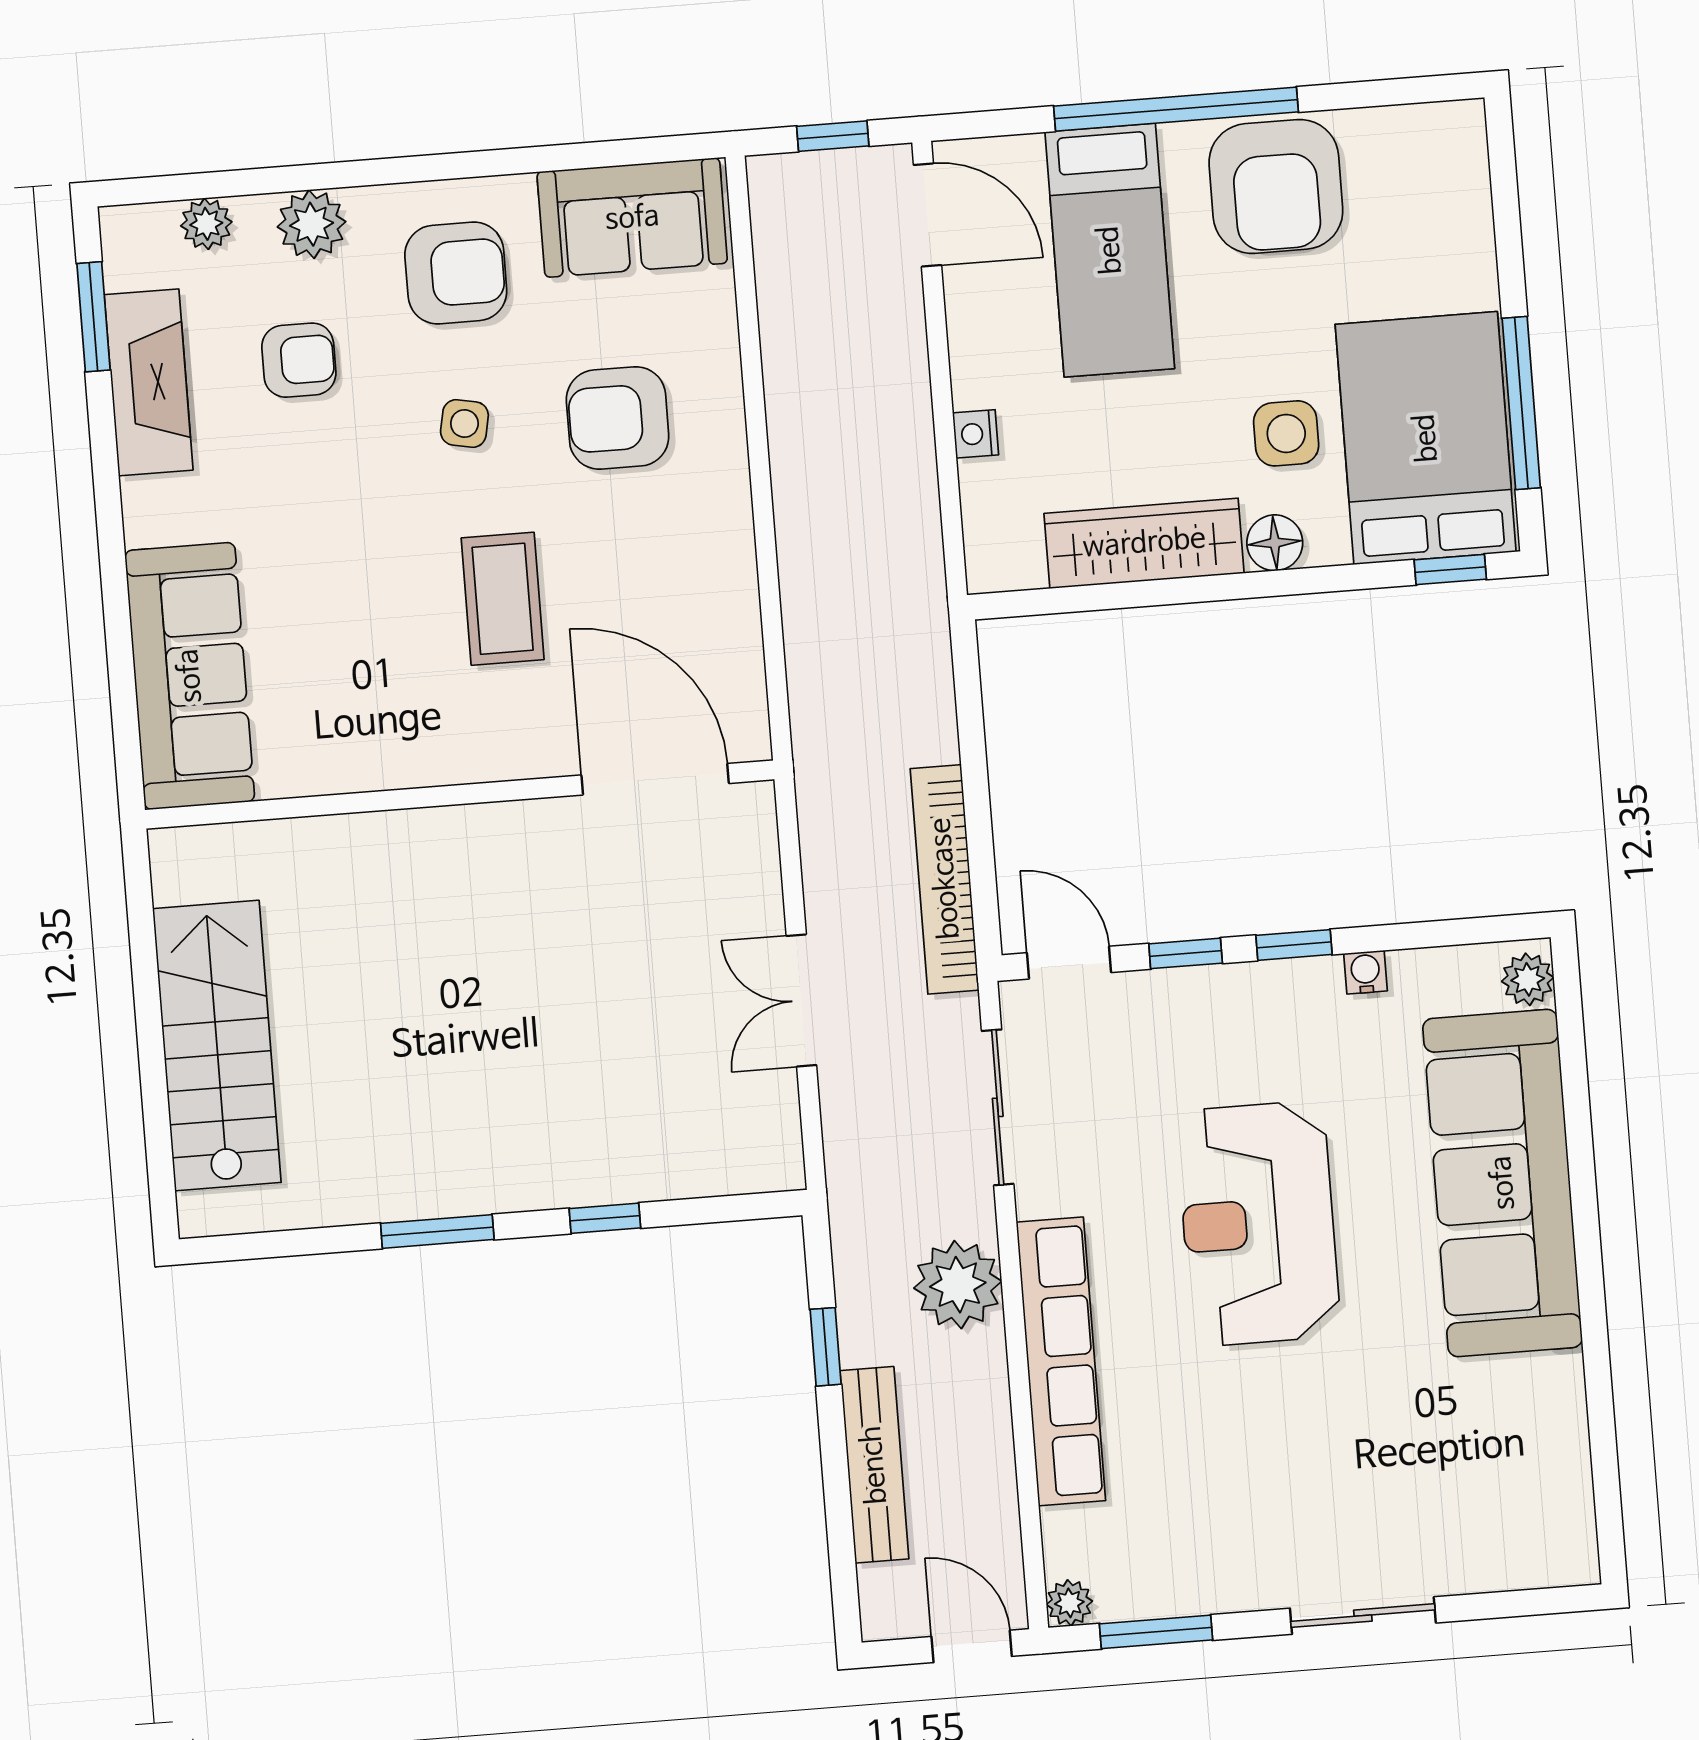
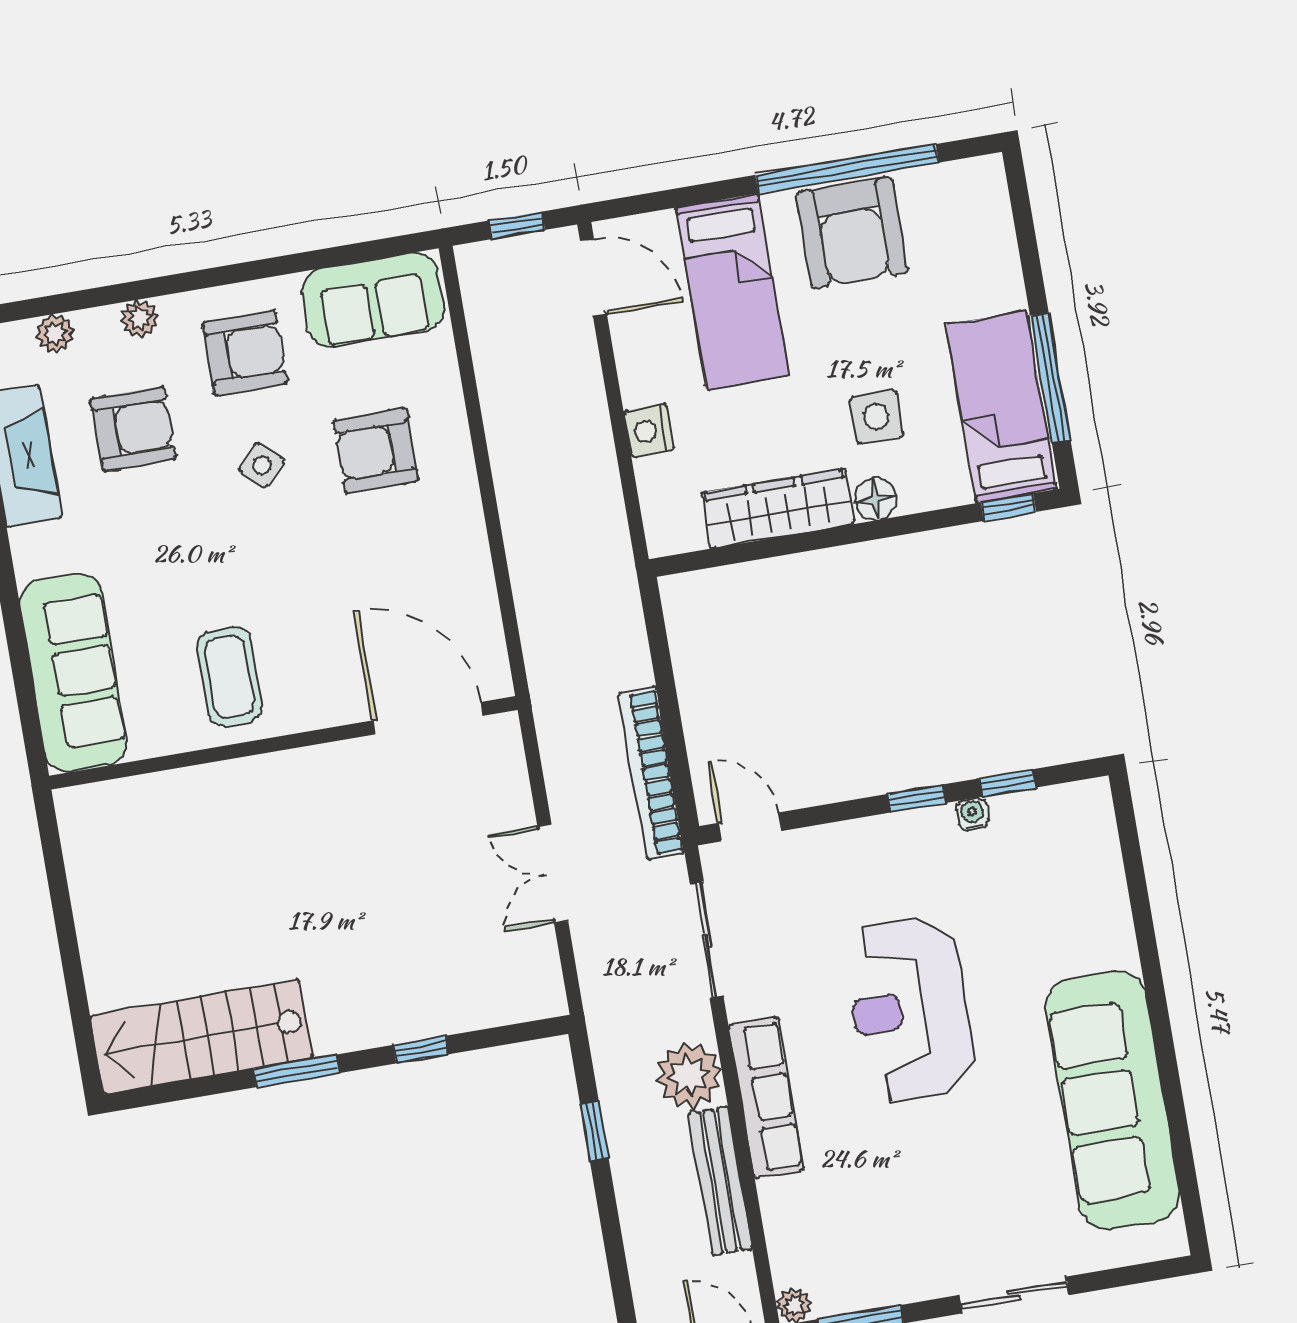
window: (1176, 109) -> (847, 169), moved
plant: (312, 224) -> (139, 318), width x0.73, depth x0.73
armchair: (299, 360) -> (133, 429), width x1.38, depth x1.38
side table: (464, 424) -> (262, 465), turned 32
nightstand: (976, 434) -> (649, 431), width x1.39, depth x1.35
bed: (1426, 438) -> (1001, 407), width x0.67
coffee table: (503, 599) -> (229, 677), moved
window: (1186, 953) -> (1007, 783), moved
plant: (1528, 979) -> (1094, 808), removed
stairs: (217, 1045) -> (201, 1037), moved, turned -90
sofa: (1503, 1183) -> (1113, 1100), moved
row of seats: (1061, 1361) -> (766, 1097), width x0.73
bench: (874, 1465) -> (720, 1181), moved

